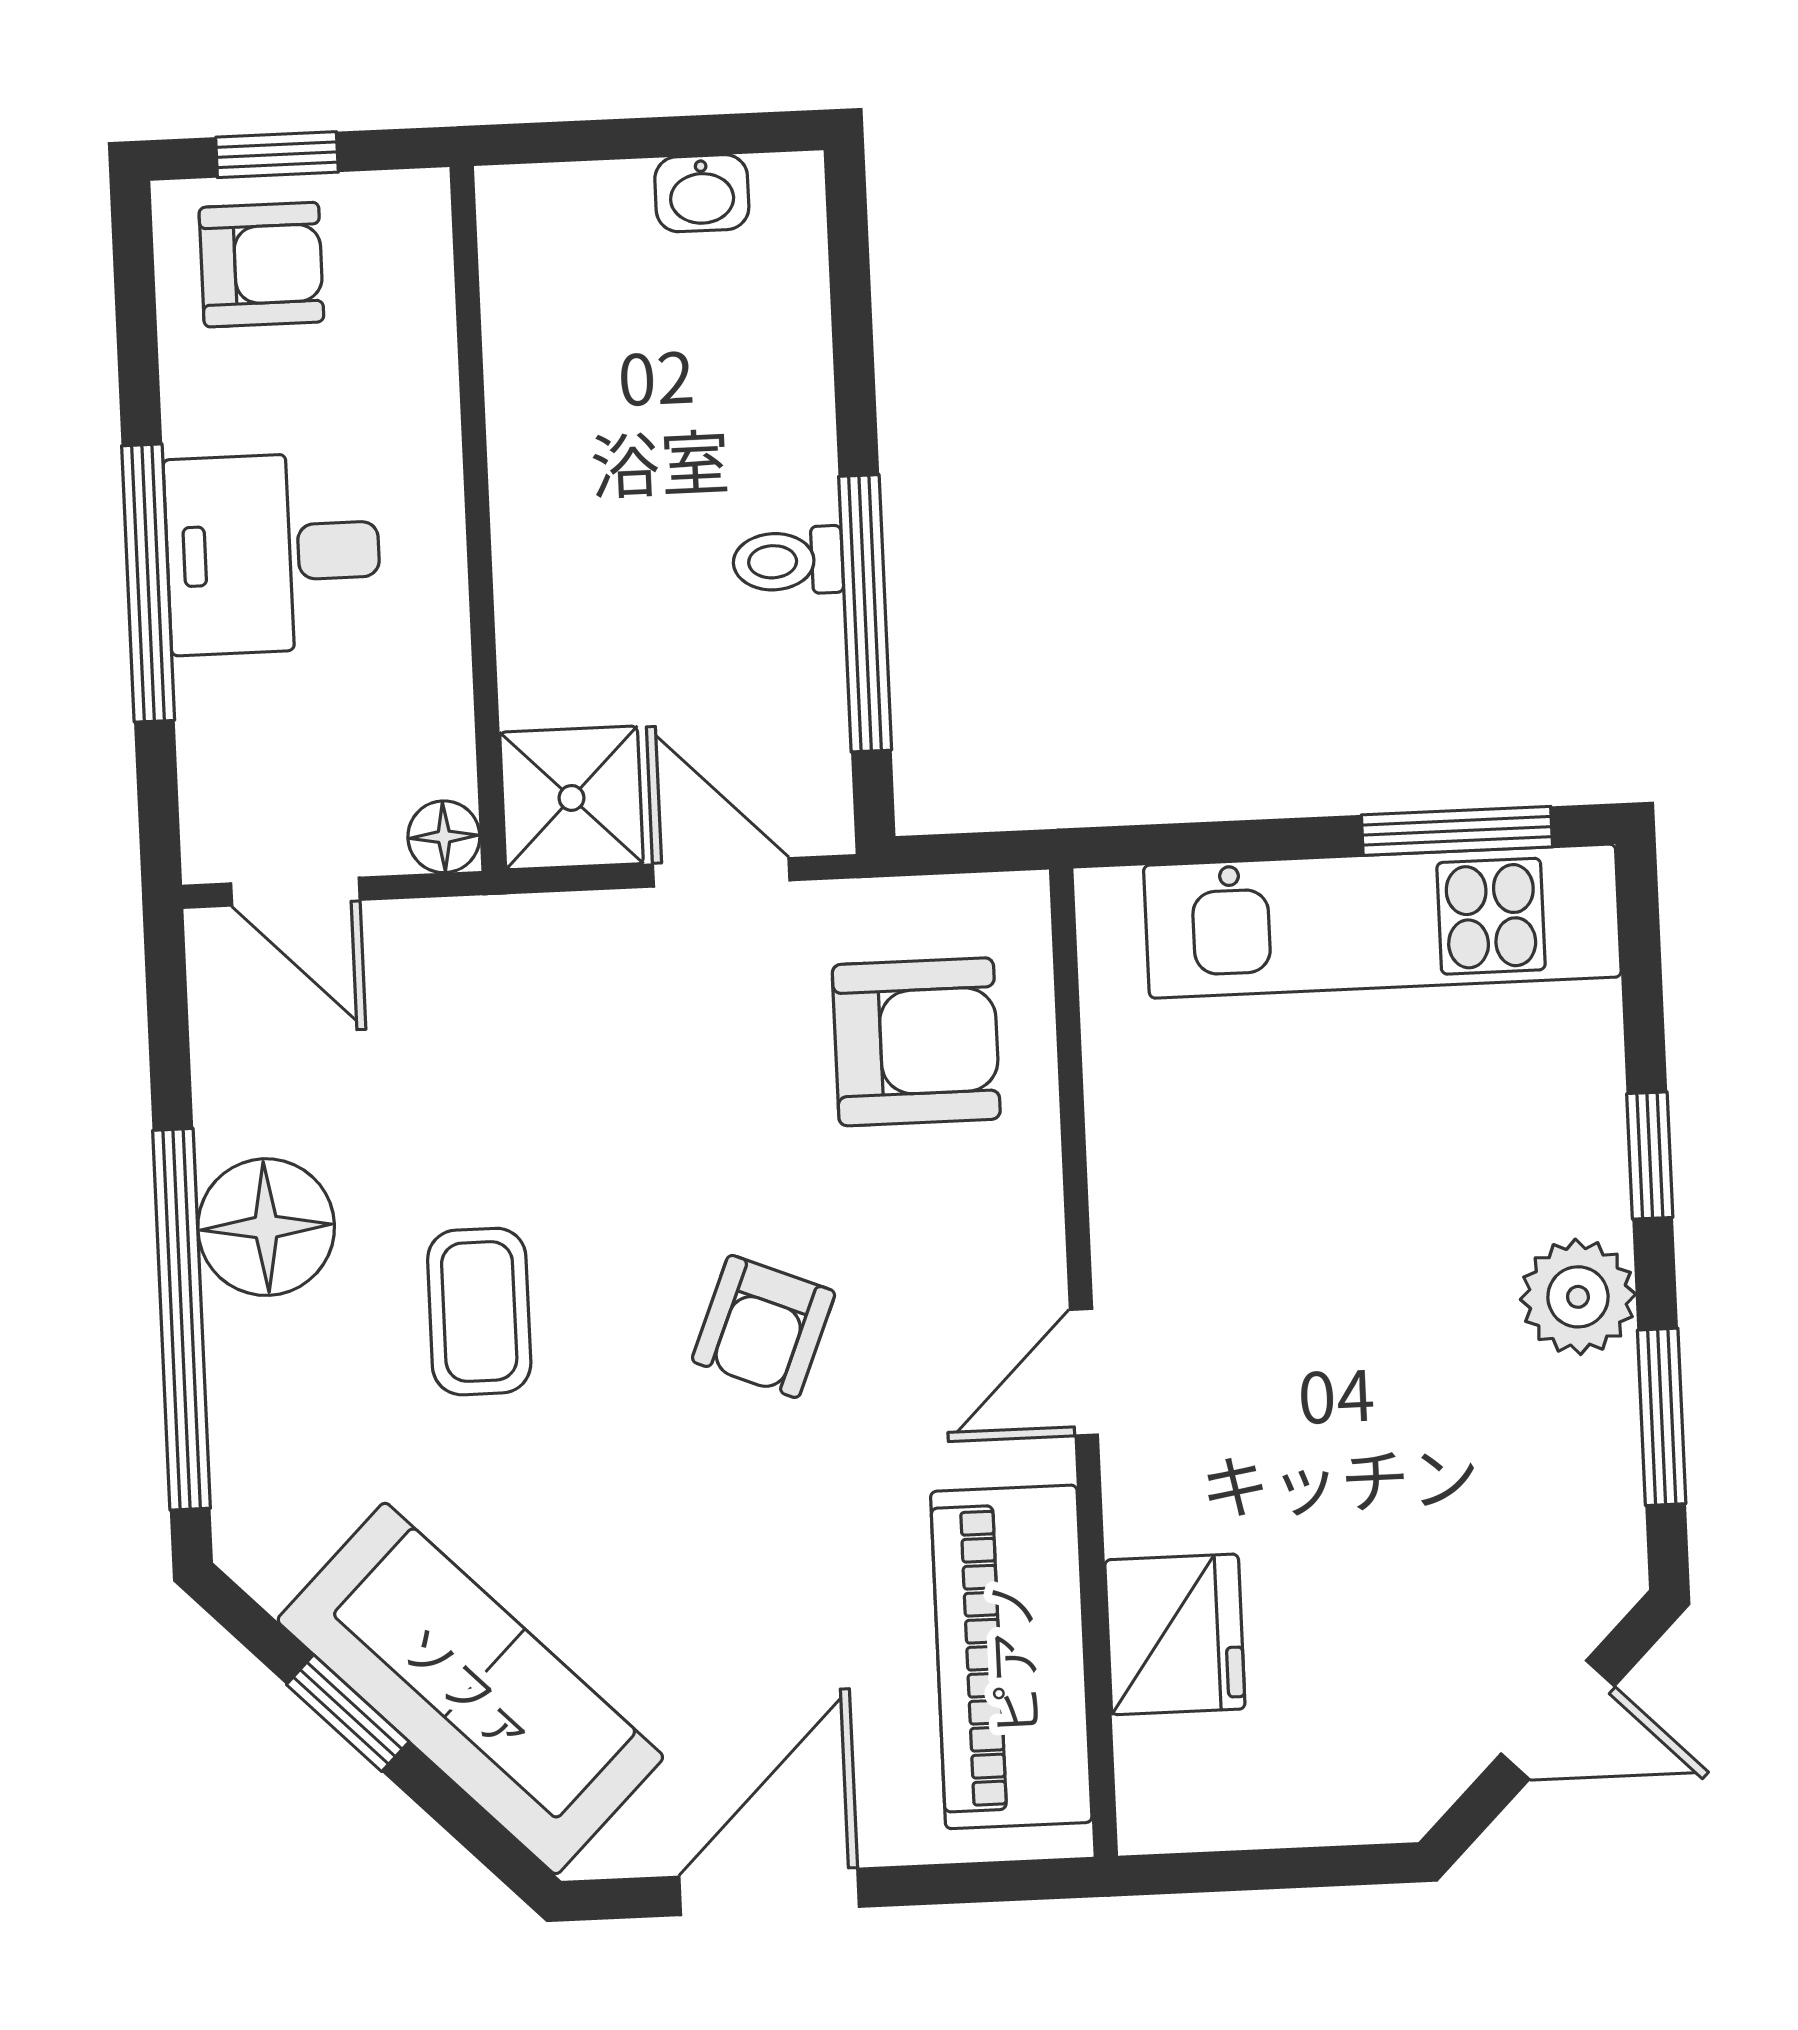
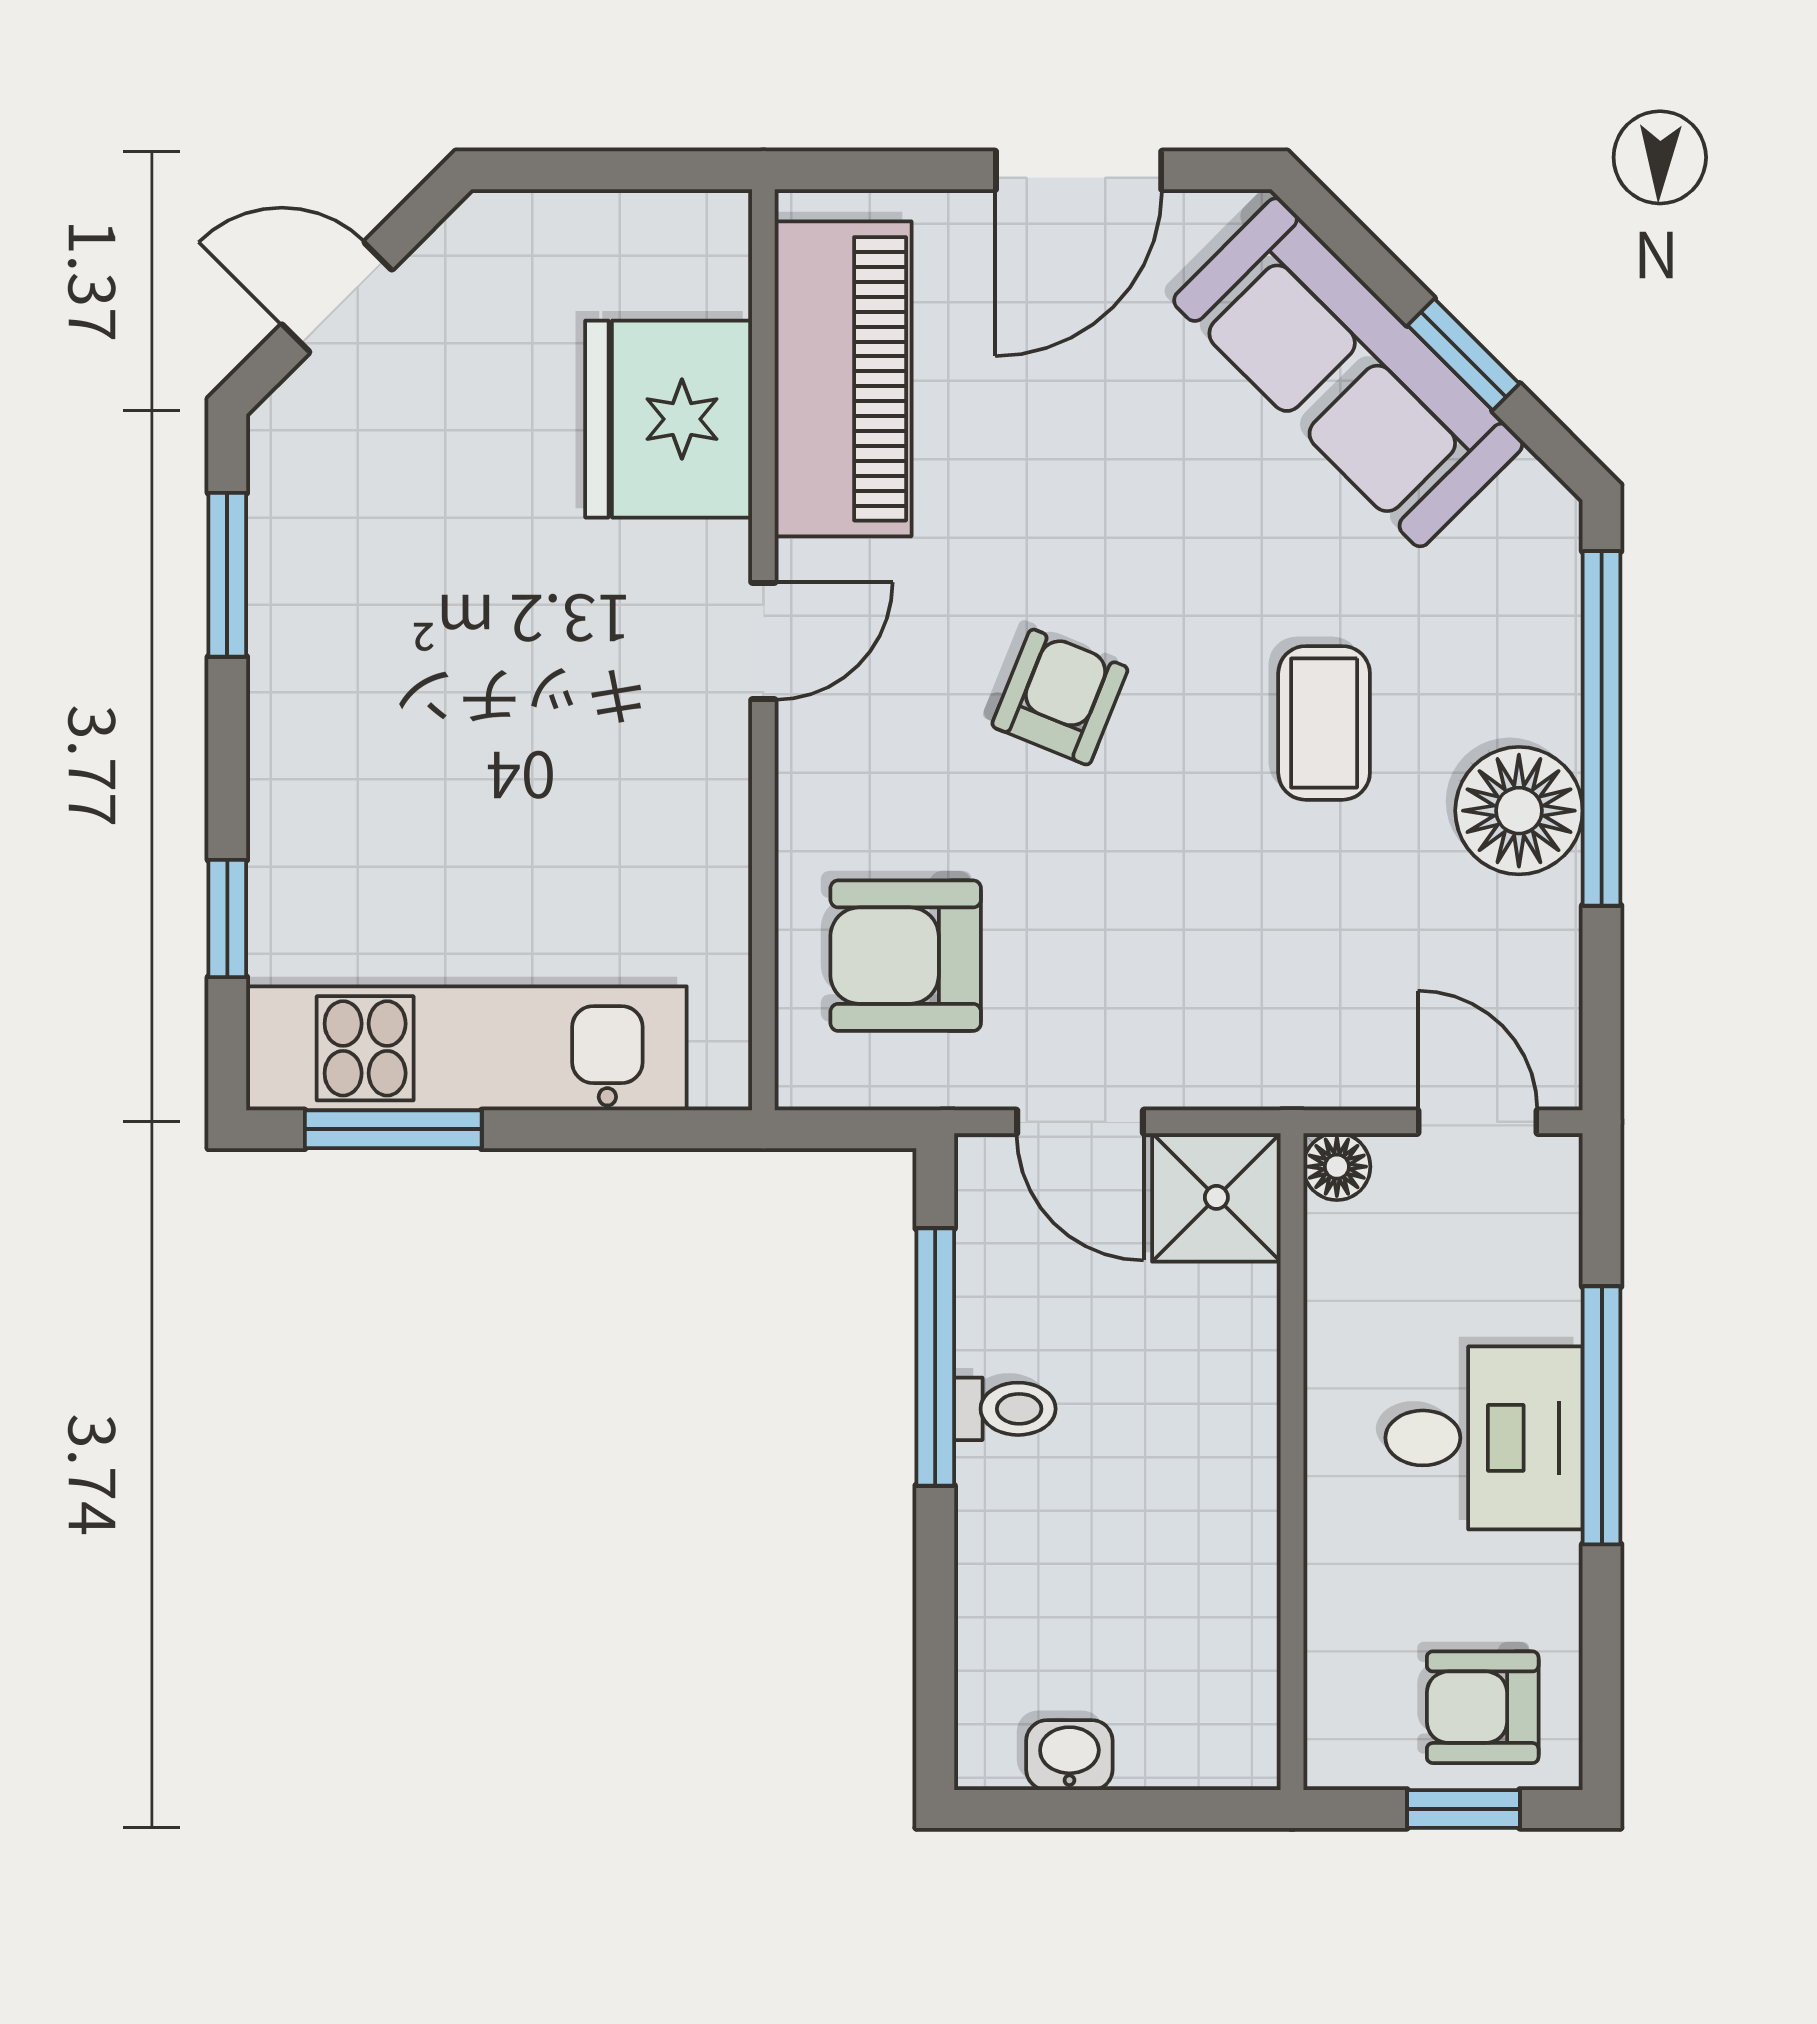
window: (1650, 1156) -> (227, 919), moved
plant: (1578, 1297) -> (300, 690), removed
fridge: (1175, 1634) -> (669, 419), width x1.36, depth x1.34

